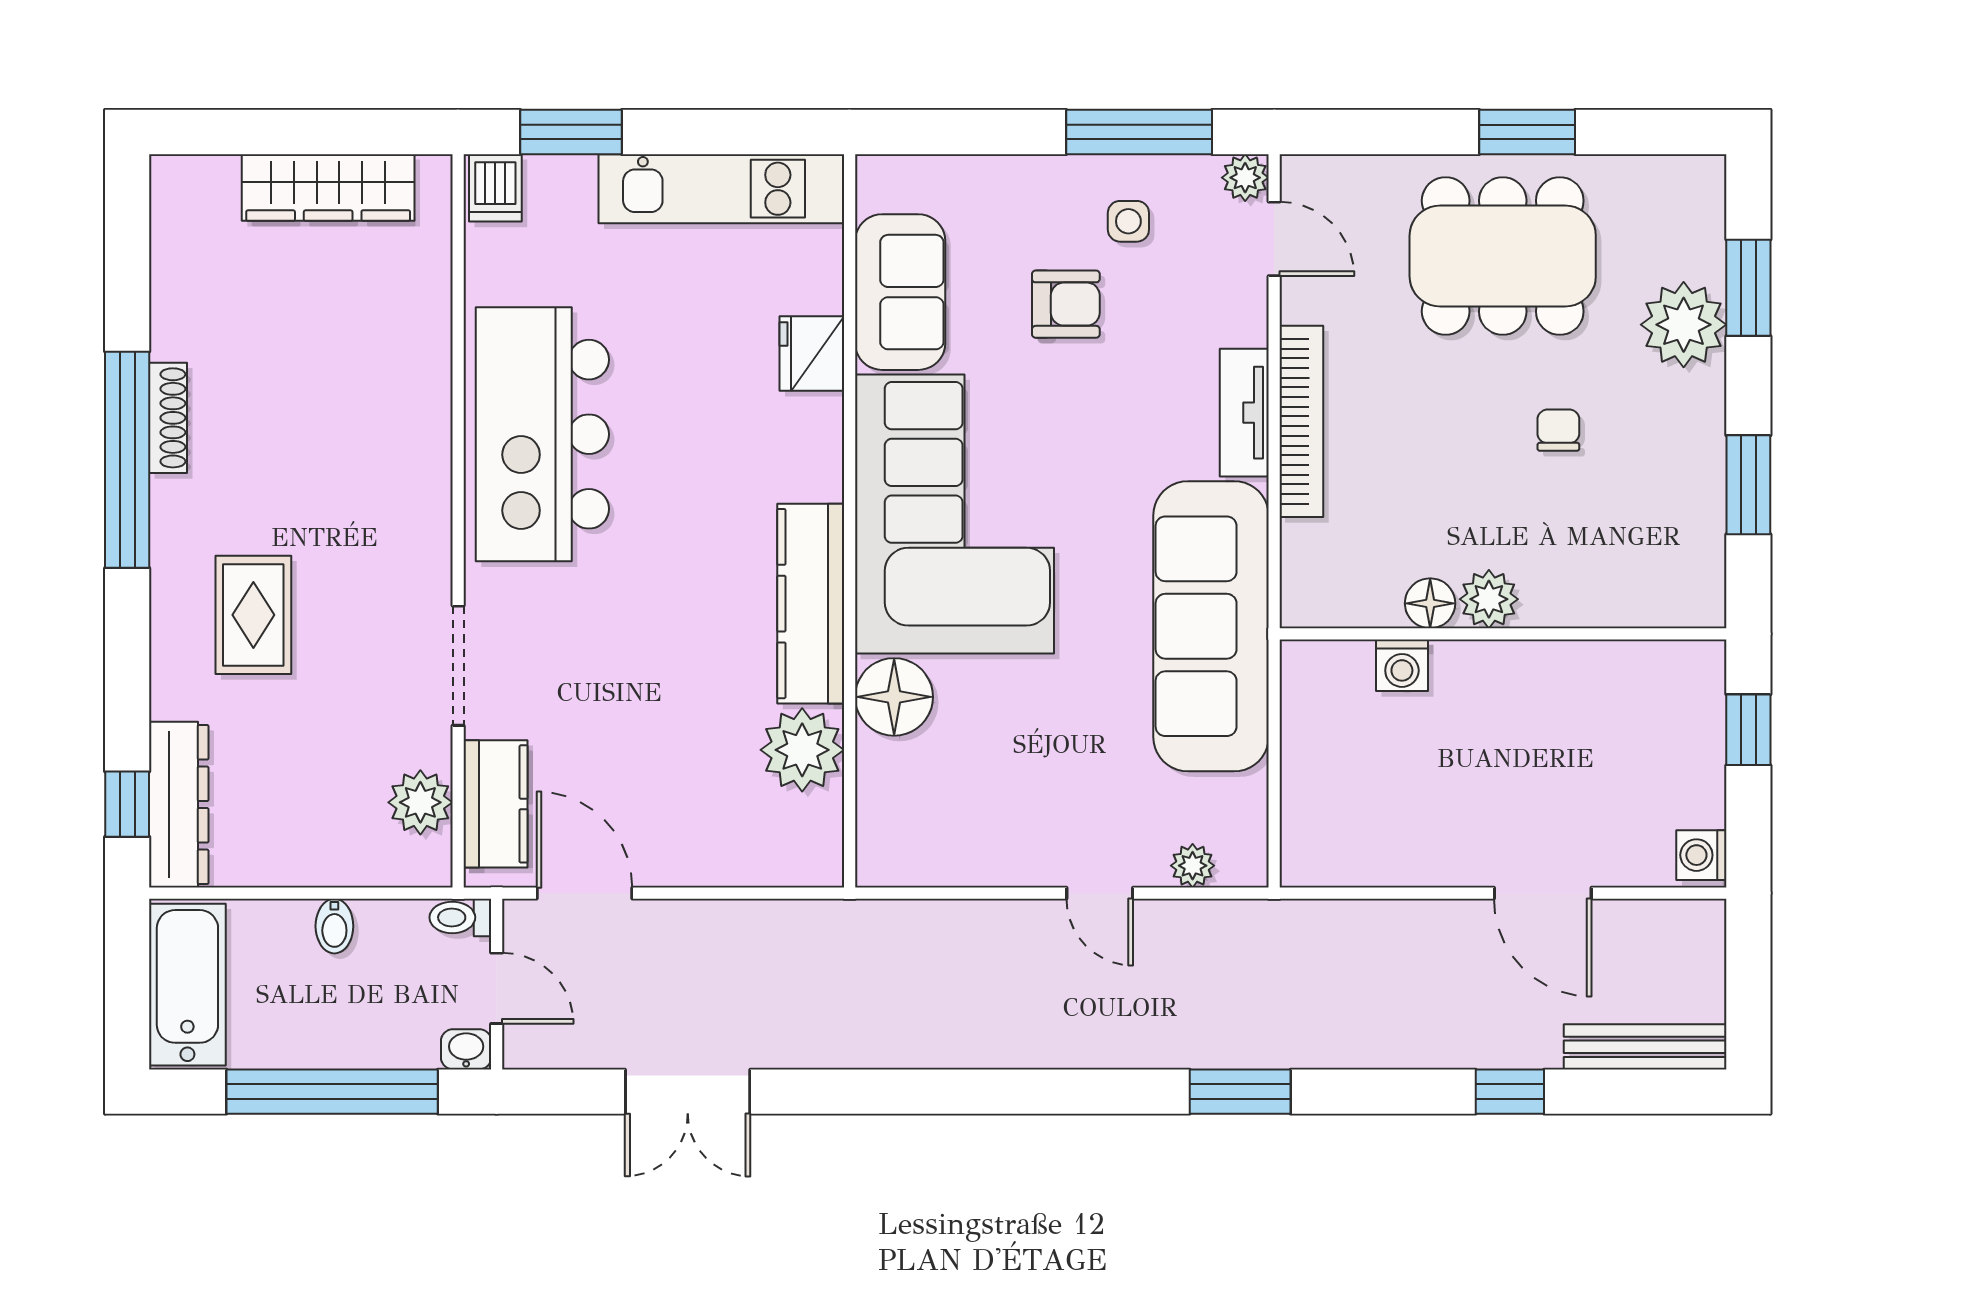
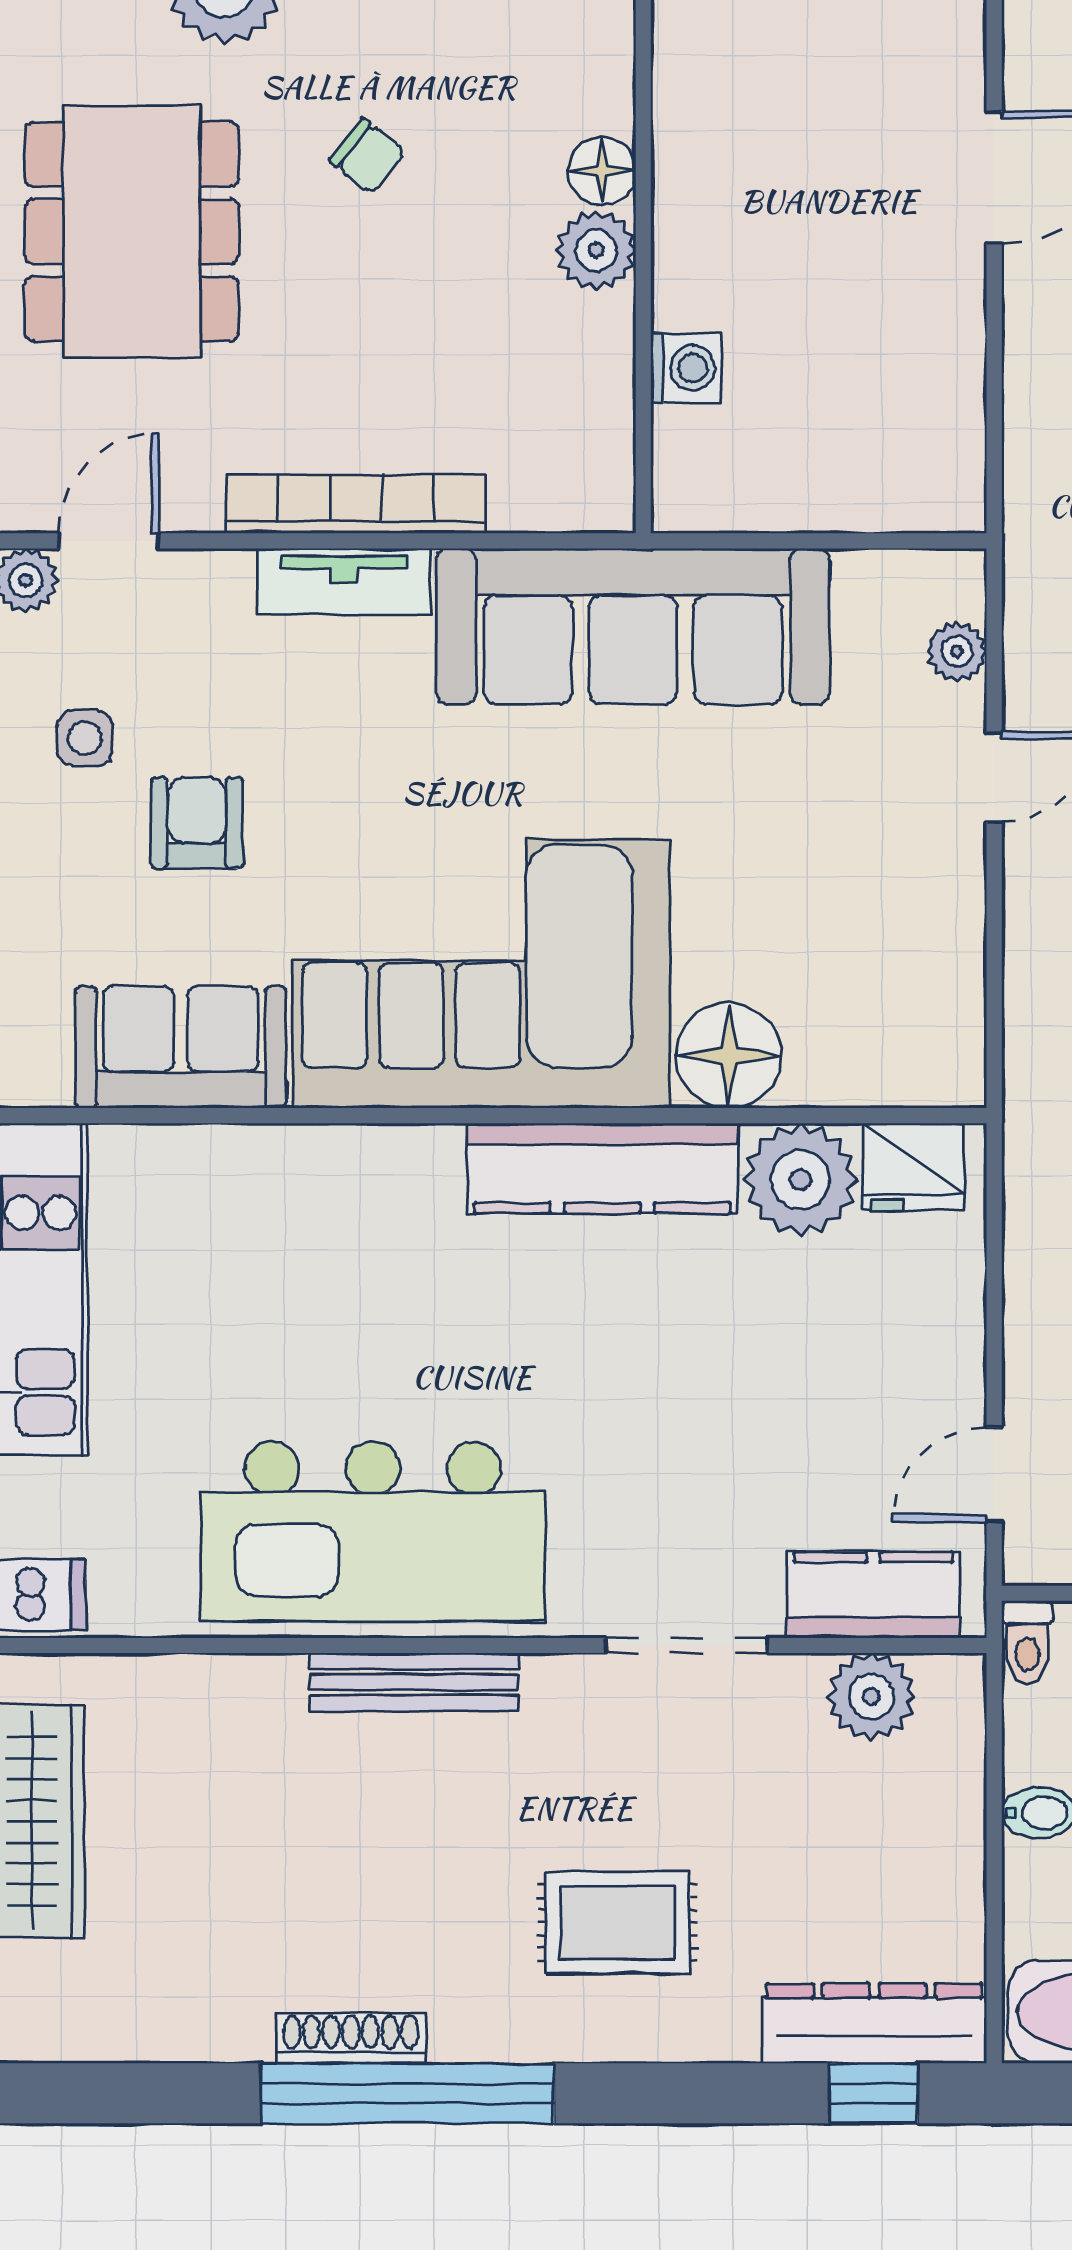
fridge: (812, 353) -> (913, 1167), moved
chair: (1558, 430) -> (368, 156), turned -142
bench: (431, 464) -> (414, 1682), added
floor lamp: (1430, 603) -> (602, 171), moved
door: (584, 893) -> (994, 1474), width x0.73

